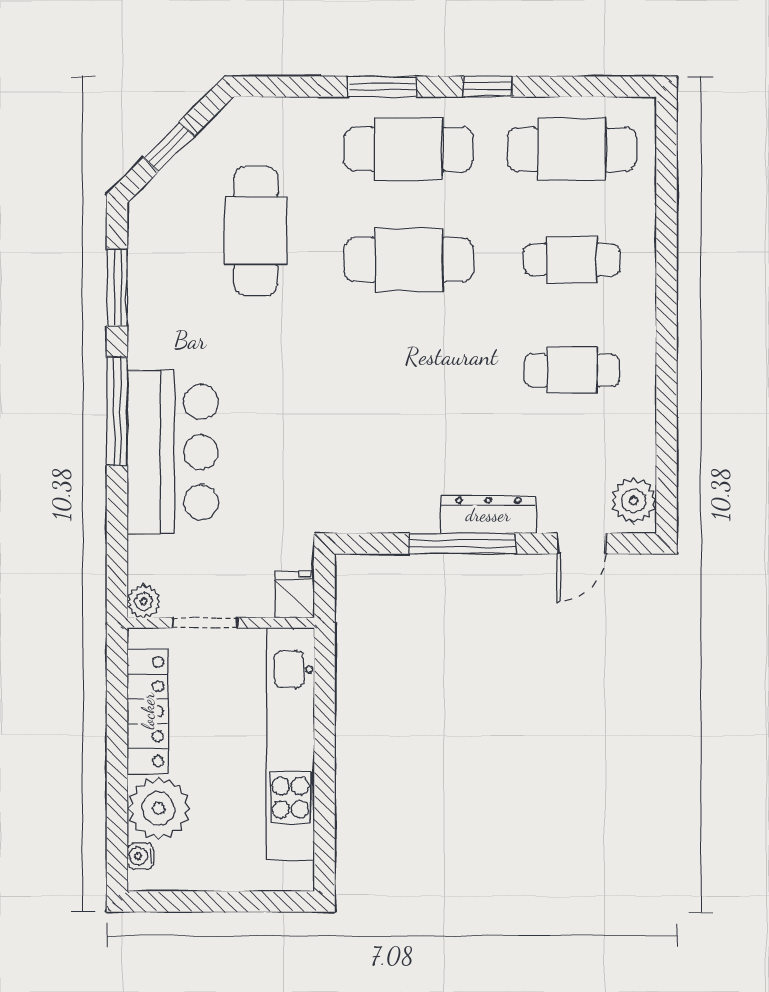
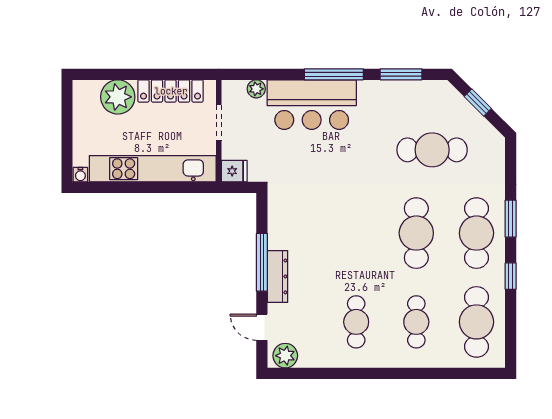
plant: (144, 601) -> (256, 89), moved
water cooler: (140, 856) -> (80, 175), moved, turned 180

